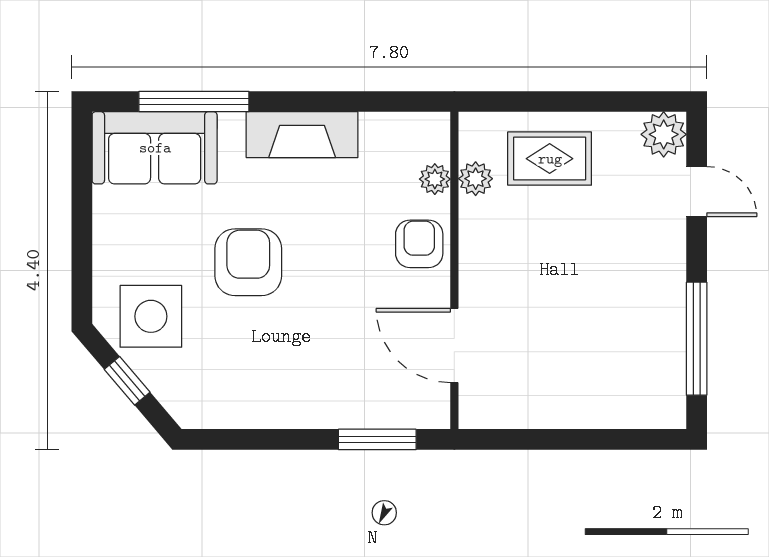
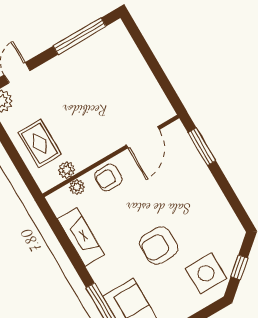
fireplace: (302, 135) -> (81, 237), moved

